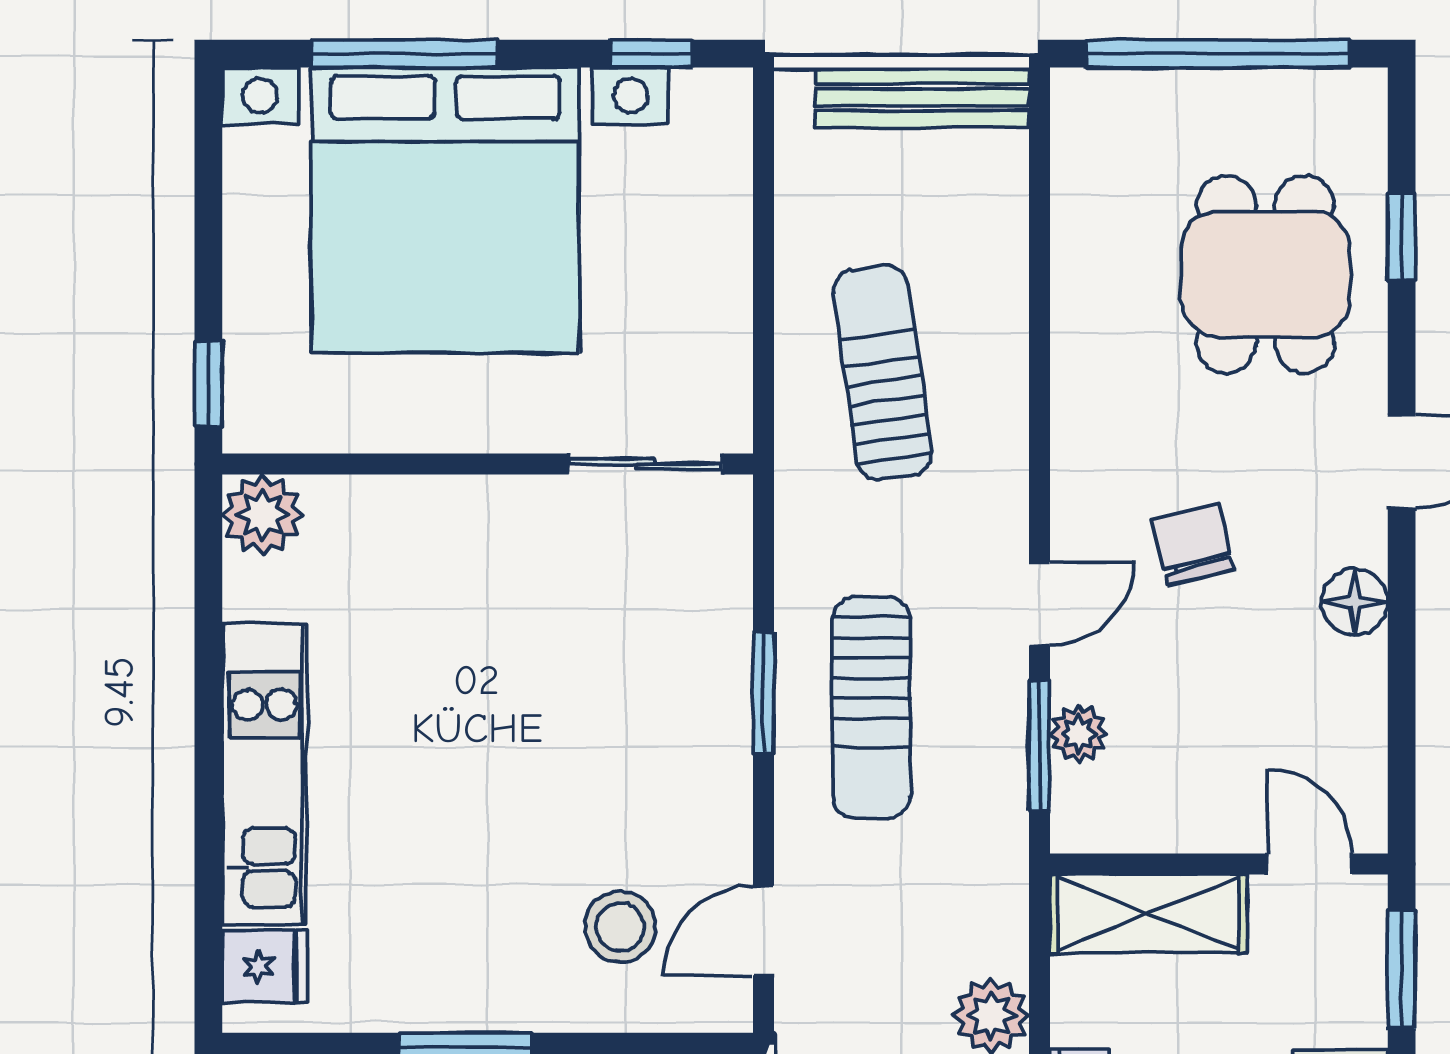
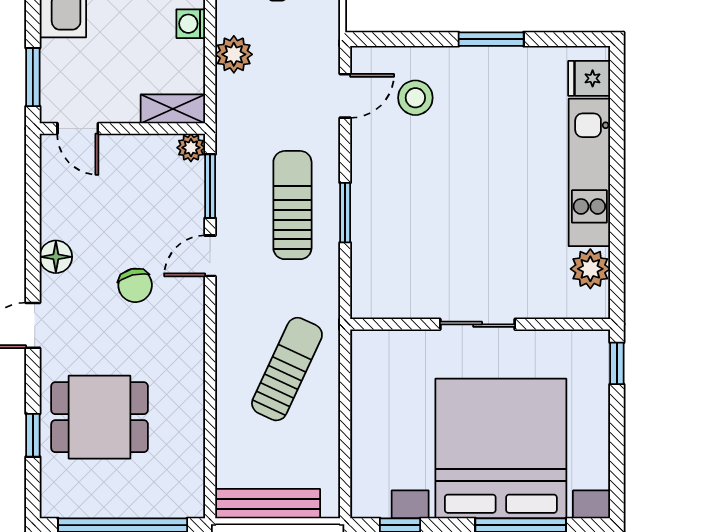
dining table: (1265, 274) -> (100, 417), turned 90
sun lounger: (882, 372) -> (287, 369), turned -147
sliding door: (645, 464) -> (478, 324), moved
plant: (263, 515) -> (590, 269), moved
plant: (1079, 734) -> (191, 148), moved
shelving: (1148, 914) -> (173, 109), width x0.67, depth x0.75

